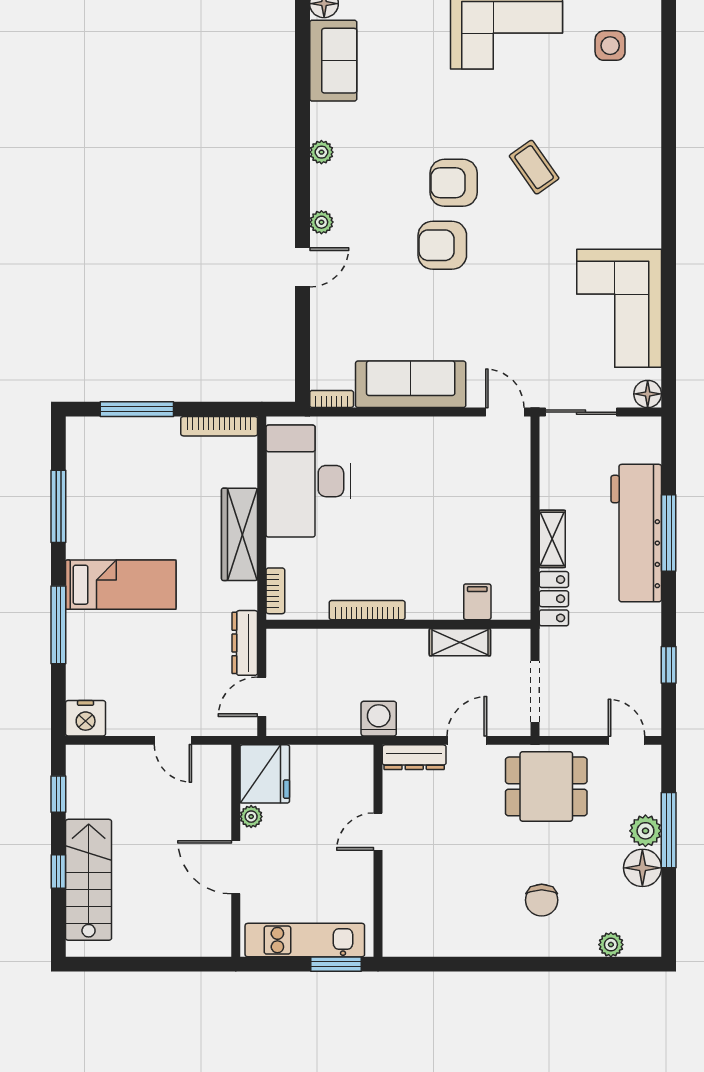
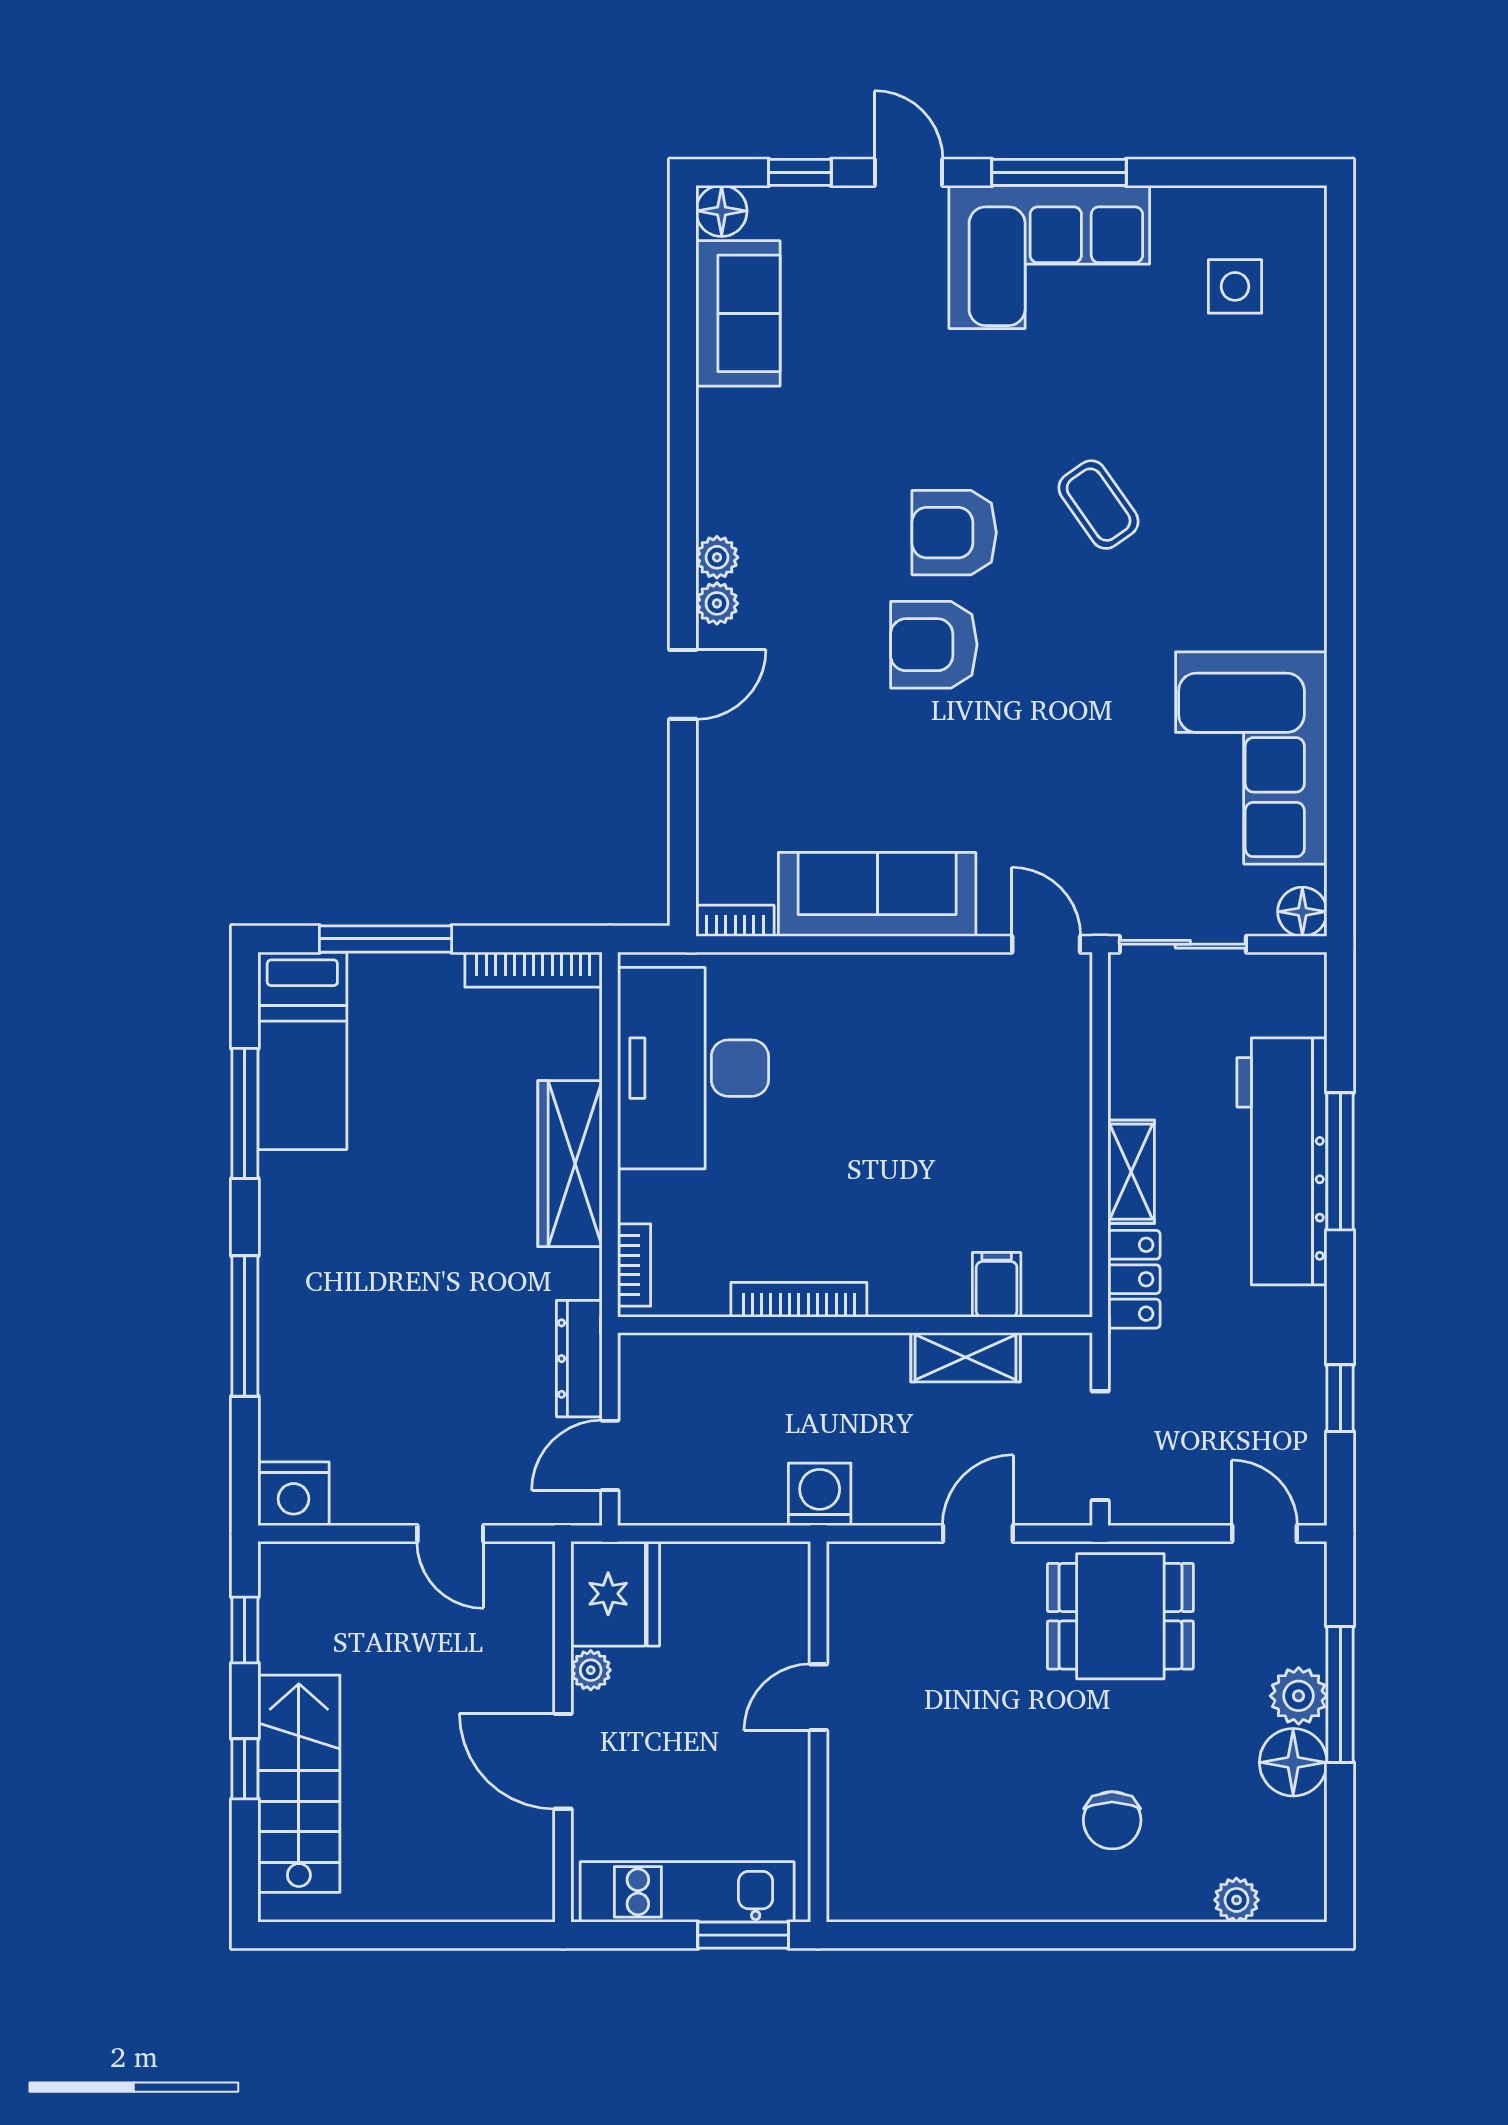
plant: (321, 152) -> (717, 557), moved
bed: (121, 585) -> (302, 1051), moved, turned 90
dresser: (414, 757) -> (883, 1564), removed

